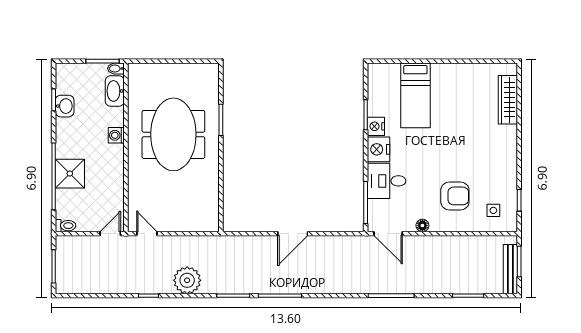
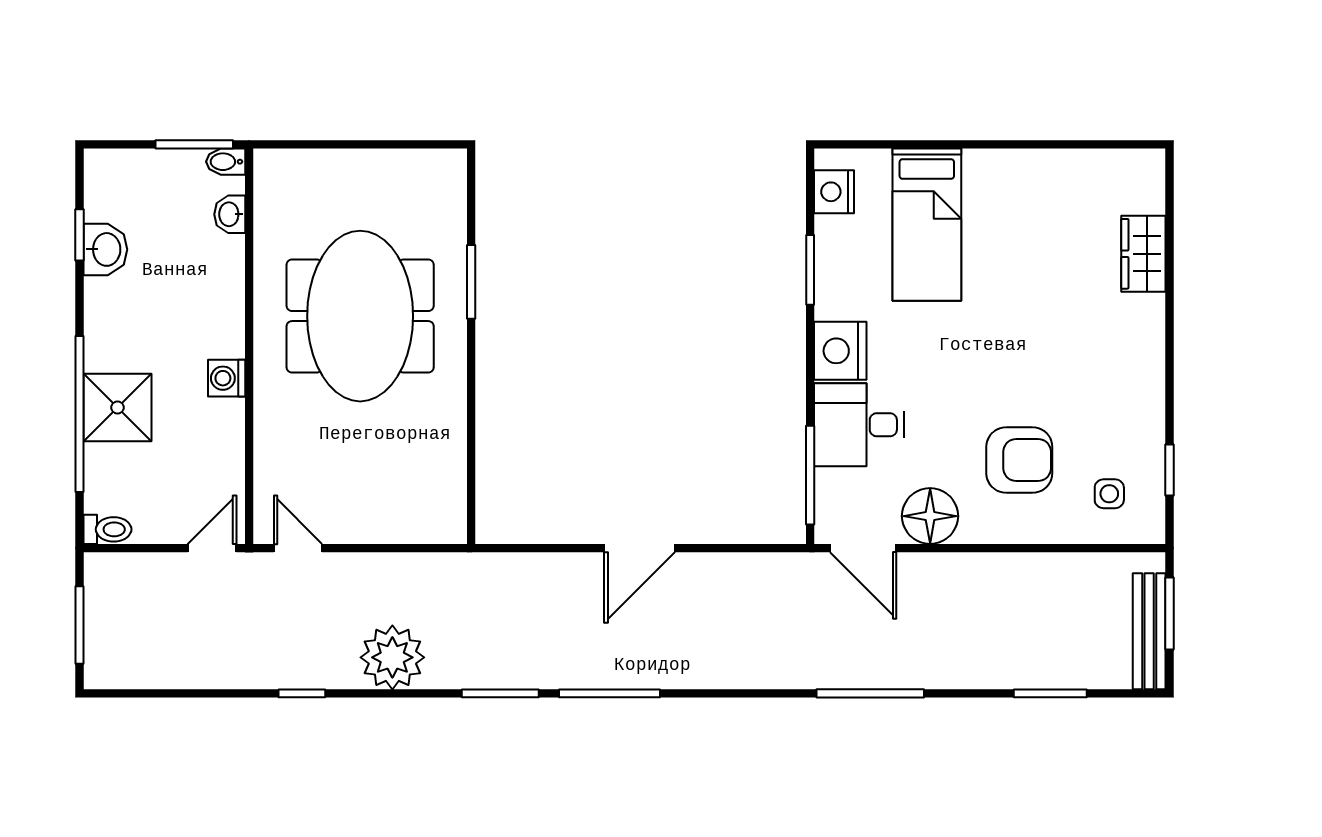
washbasin: (115, 91) -> (230, 214), width x0.52, depth x0.69
wardrobe: (508, 100) -> (1143, 254), width x0.67
nightstand: (376, 126) -> (834, 192), moved
washing machine: (116, 135) -> (227, 378), moved
floor lamp: (422, 226) -> (930, 516), width x1.89, depth x1.89

